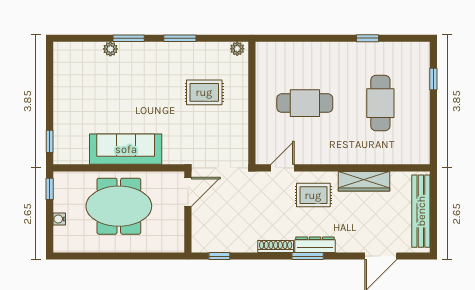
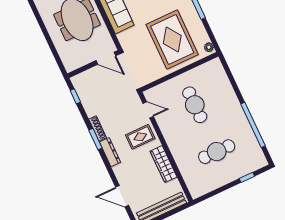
window: (368, 38) -> (253, 125), width x3.17
rug: (204, 92) -> (172, 39), width x1.86, depth x2.06
rug: (313, 195) -> (140, 137), turned 90
window: (308, 256) -> (95, 139), moved

